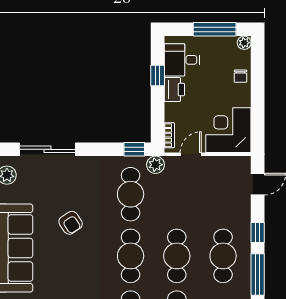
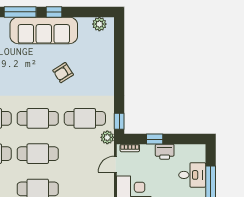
desk: (182, 60) -> (192, 175), moved, turned 90
window: (158, 76) -> (155, 139), moved
sliding door: (47, 149) -> (119, 55), removed
door: (191, 154) -> (115, 164), swing flipped

